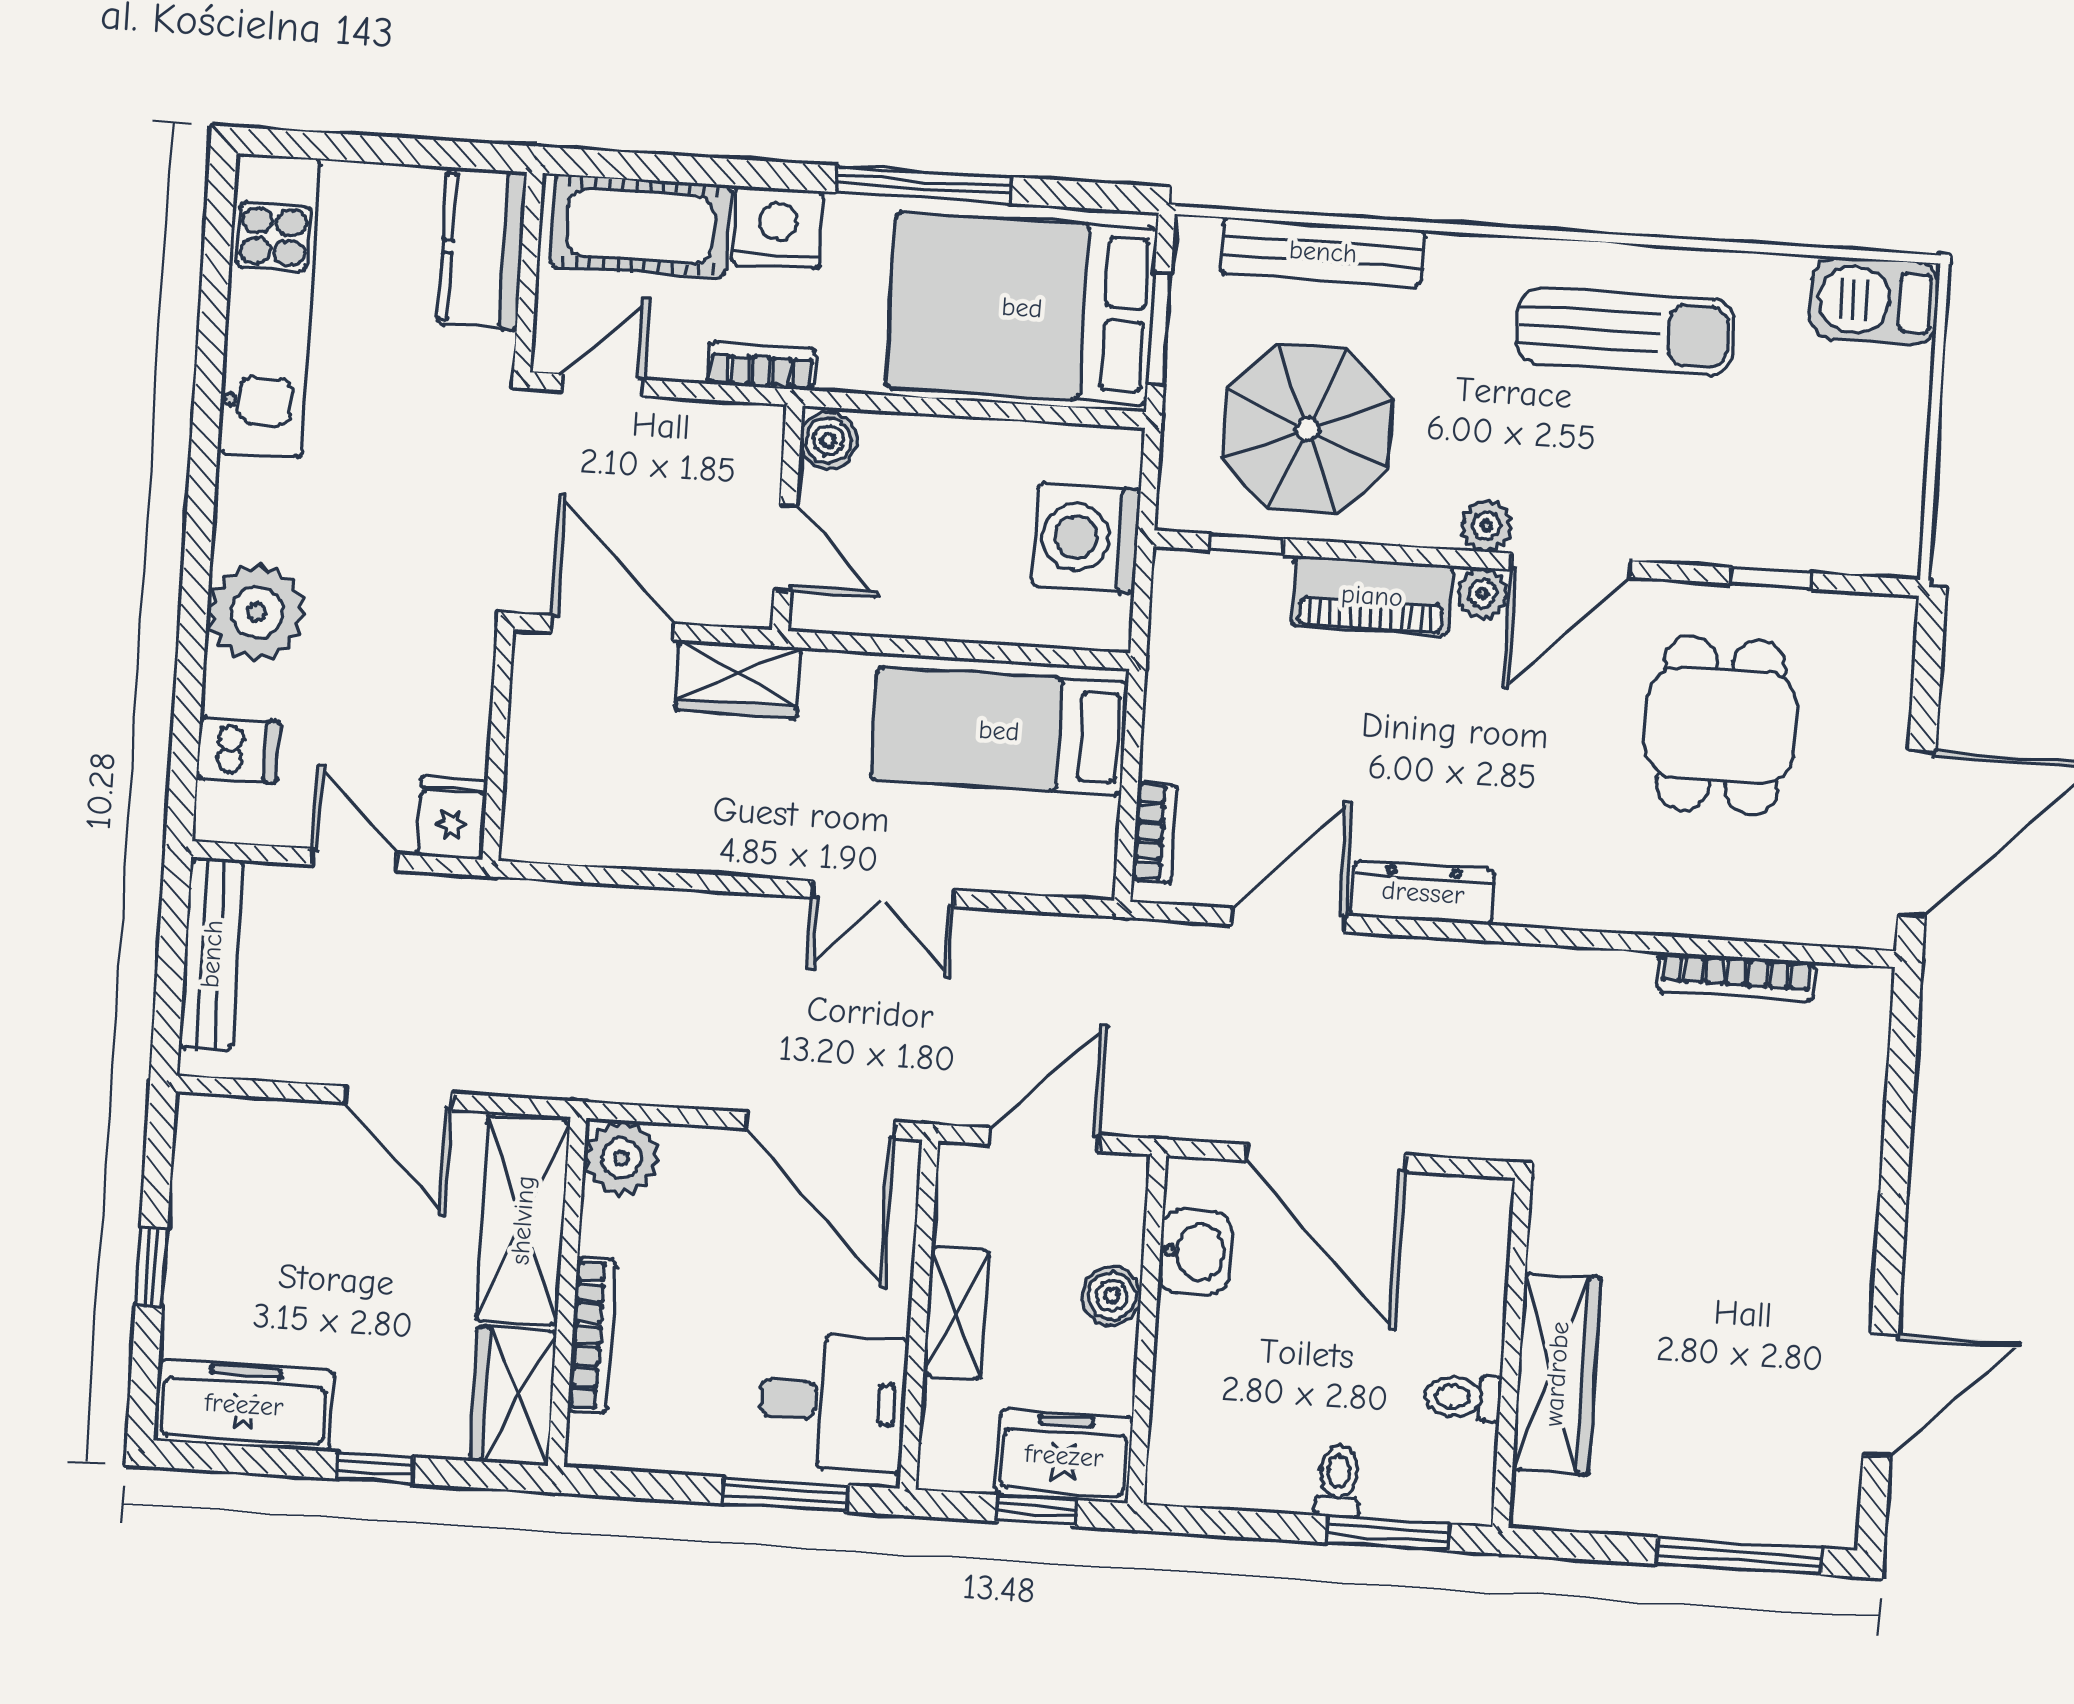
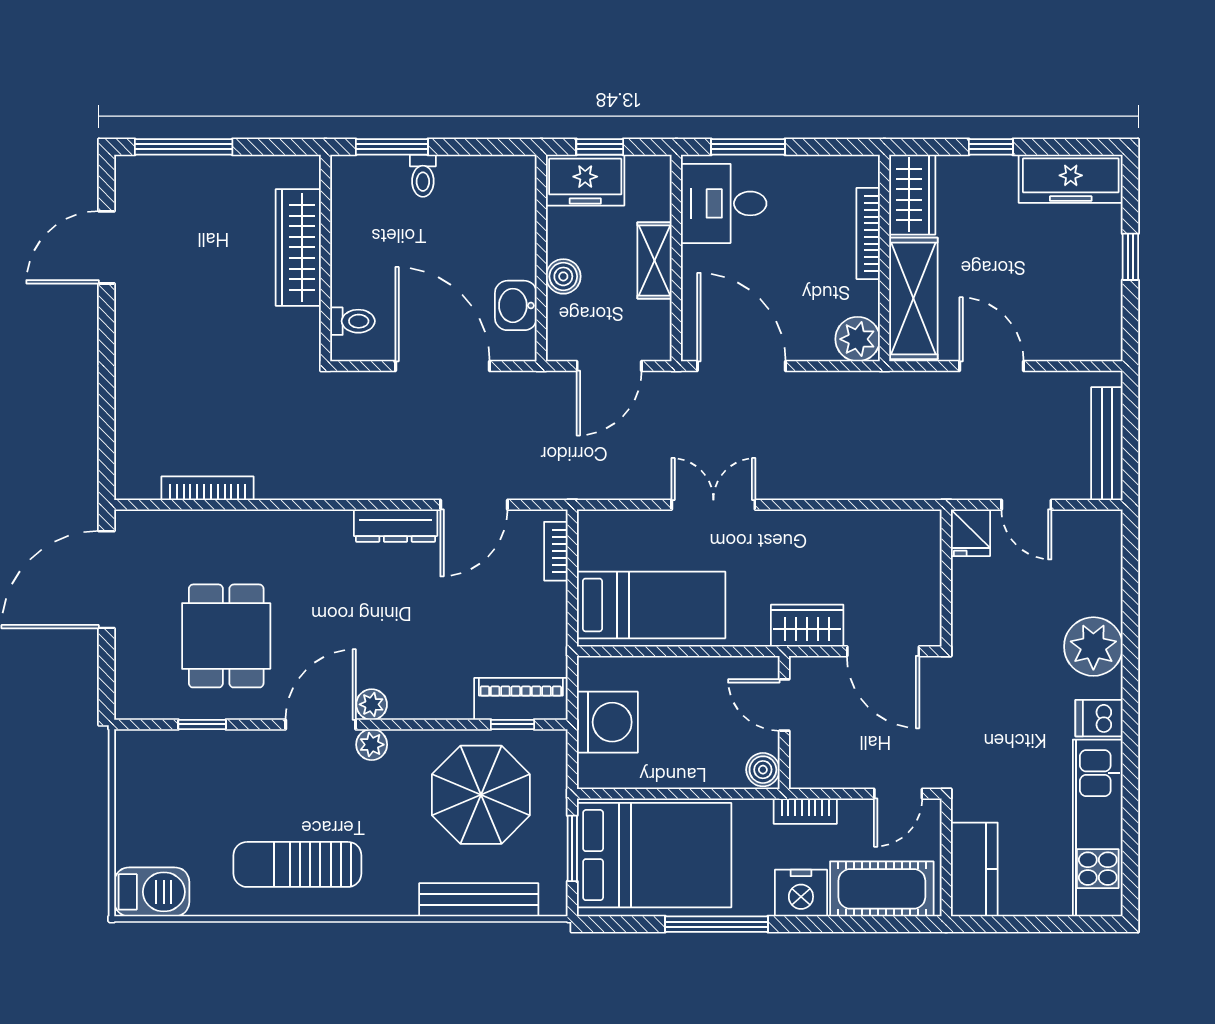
piano: (1372, 596) -> (521, 699), moved
dishwasher: (238, 750) -> (1099, 718), moved
toilet: (1463, 1397) -> (352, 321), moved

